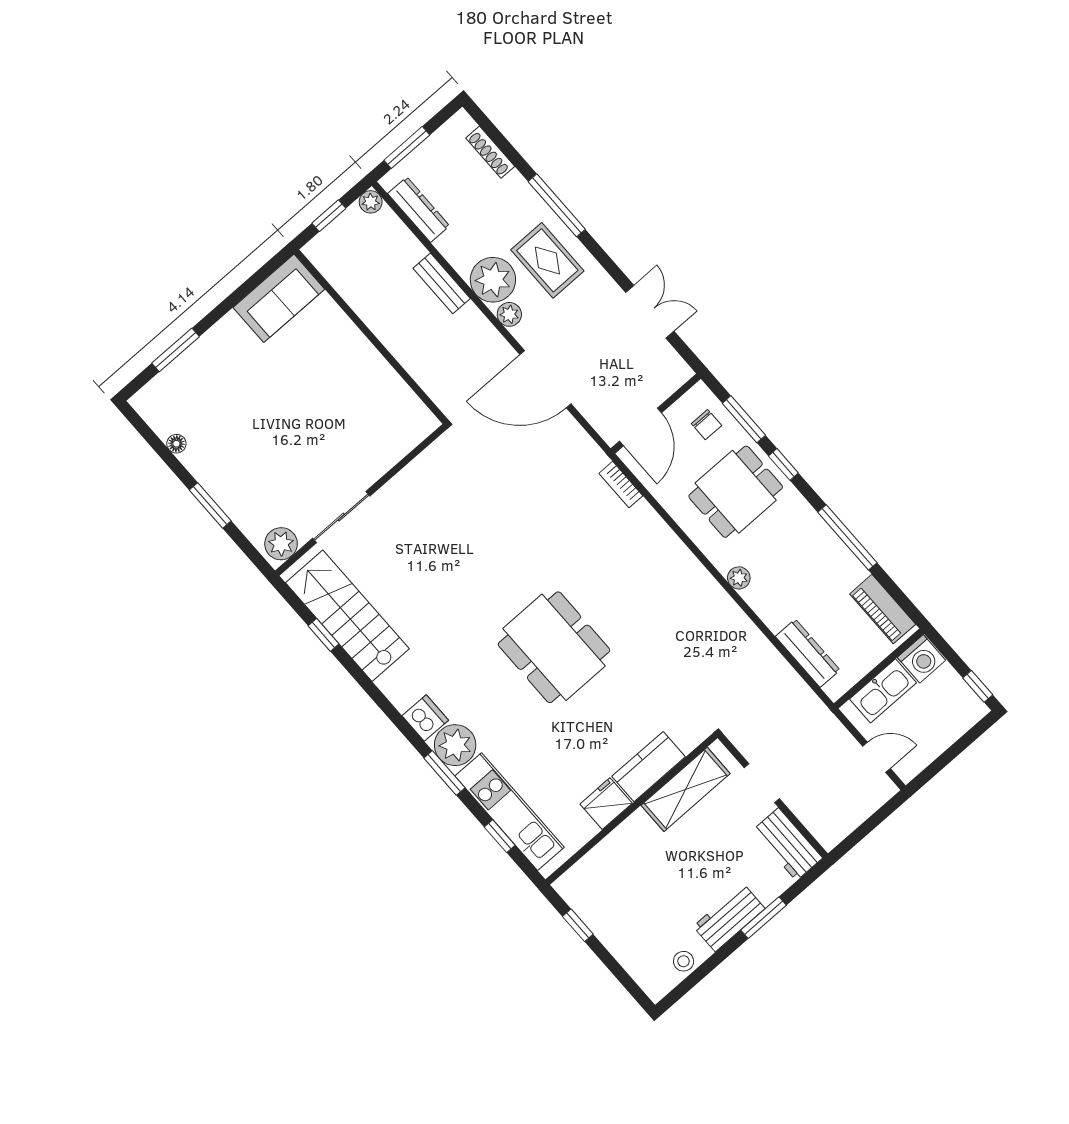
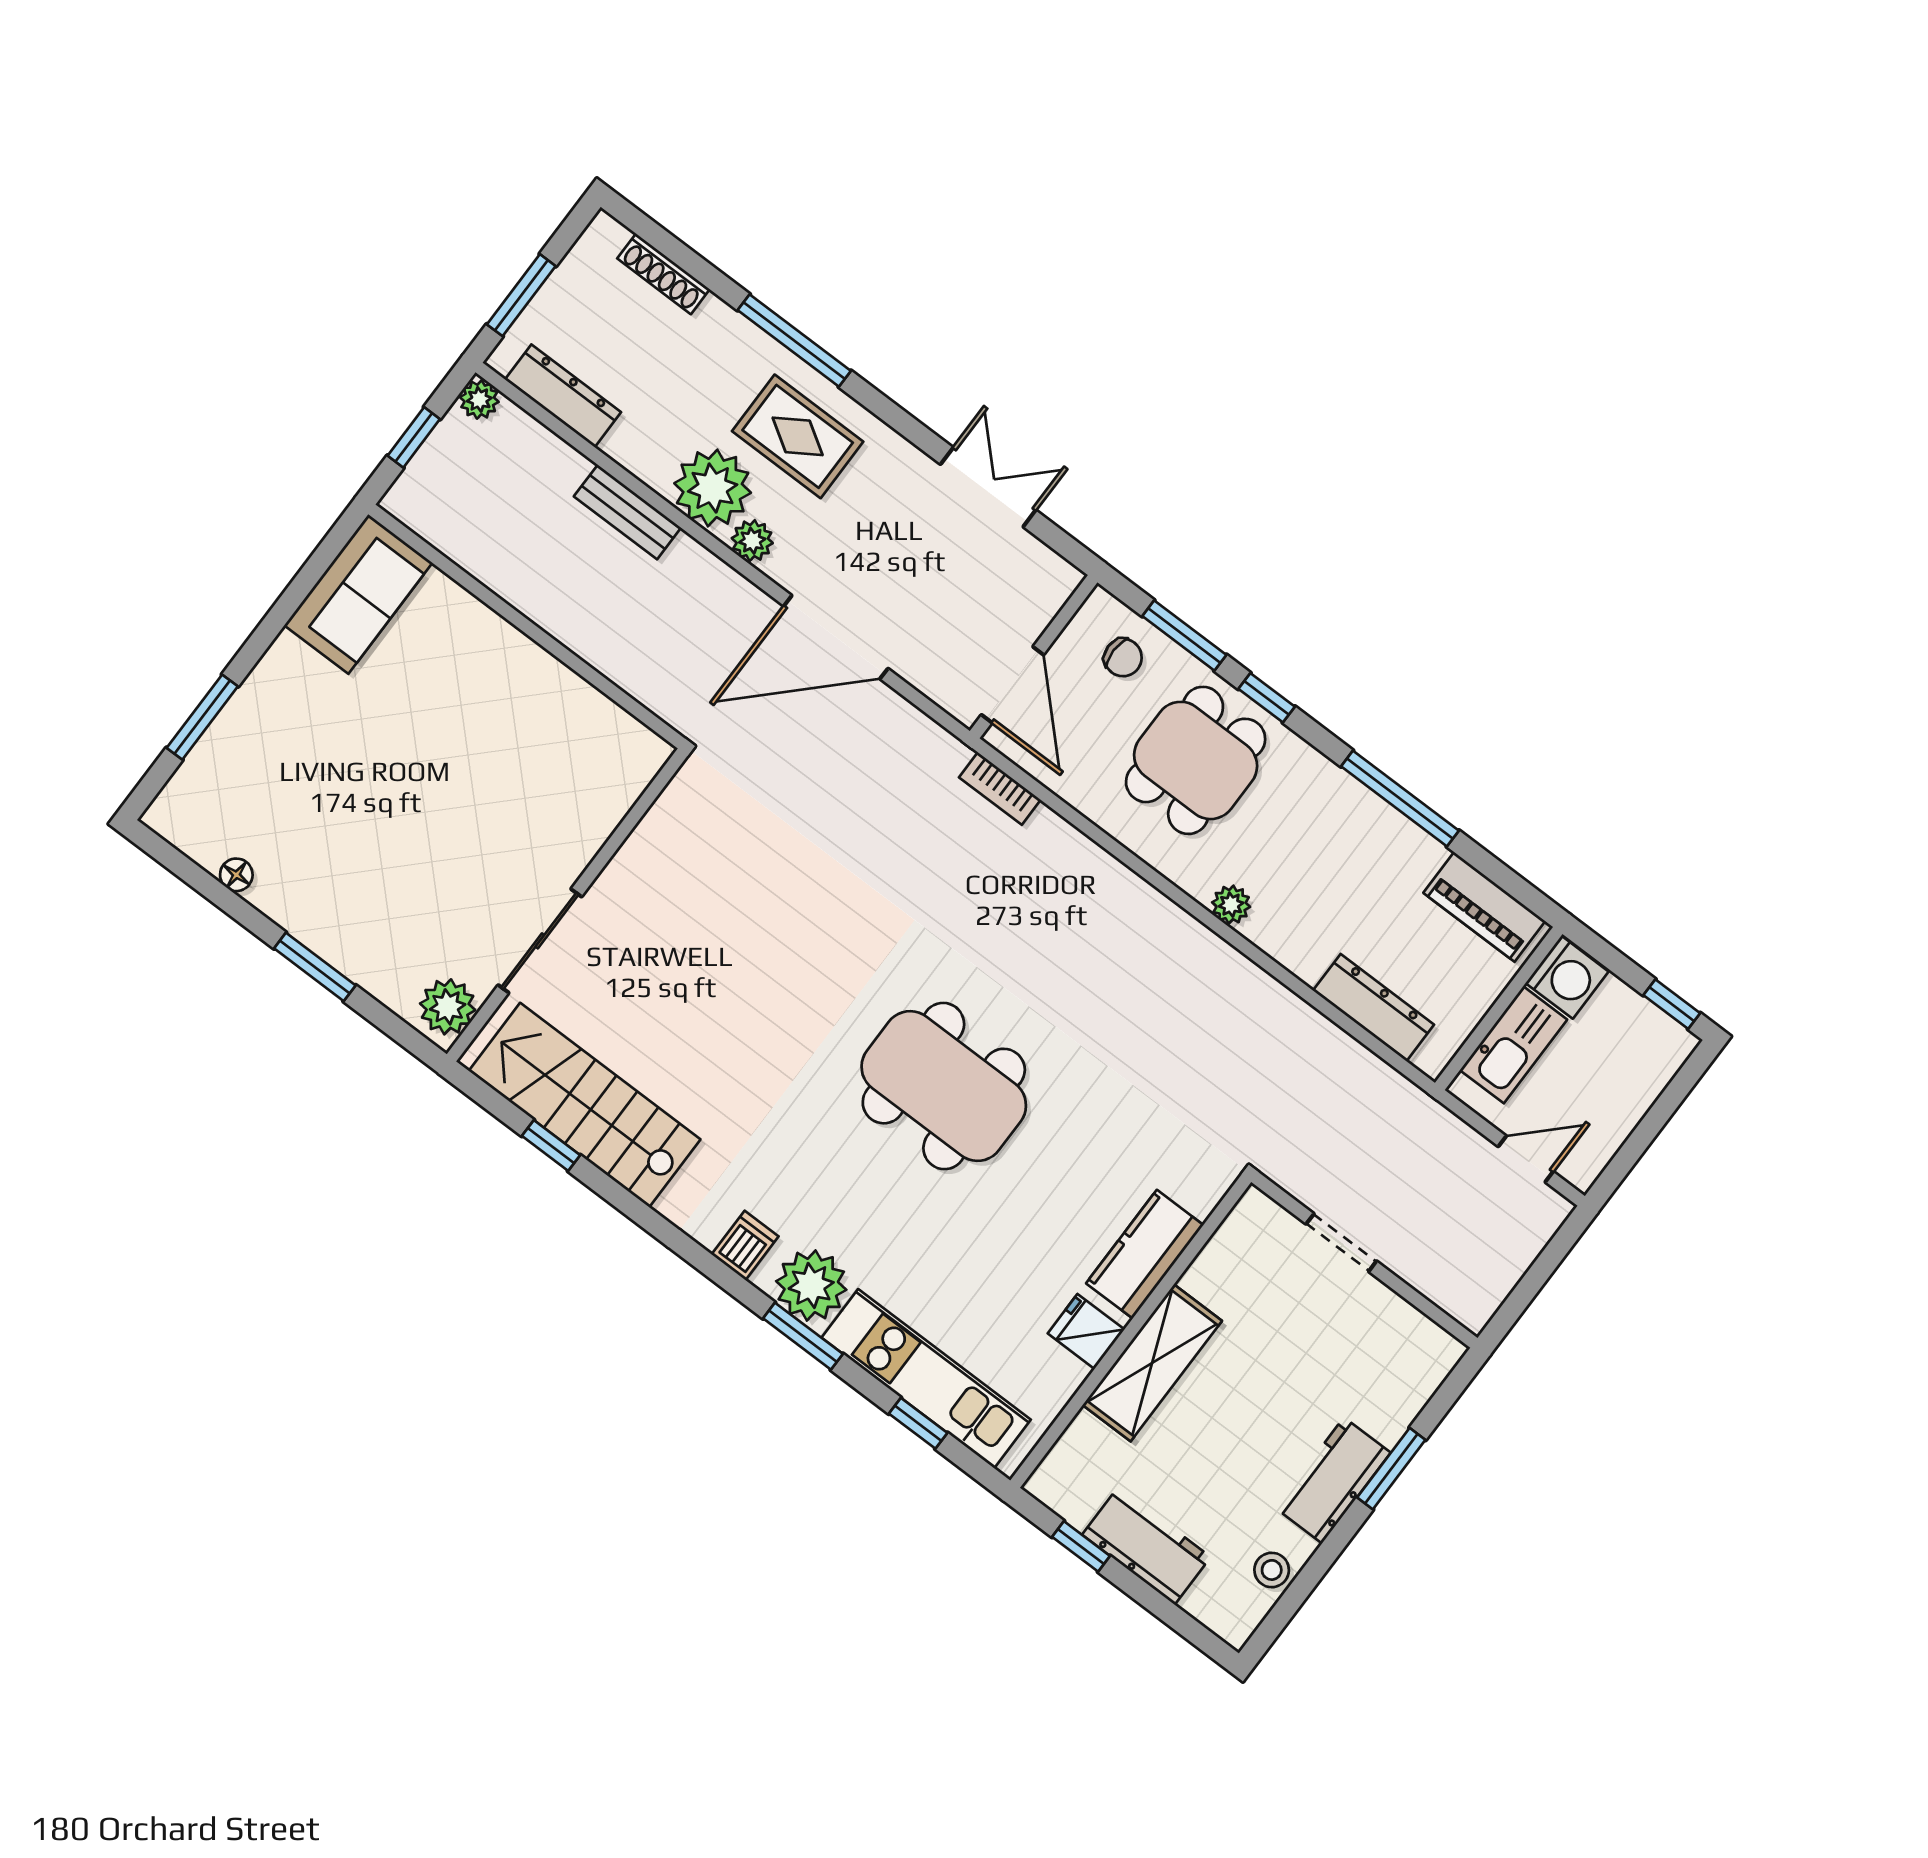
dishwasher: (425, 718) -> (745, 1245), width x0.73
shelving: (686, 789) -> (1152, 1363), moved
fridge: (606, 804) -> (1086, 1331), width x0.72
workbench: (787, 844) -> (1146, 1546), moved, turned 180

